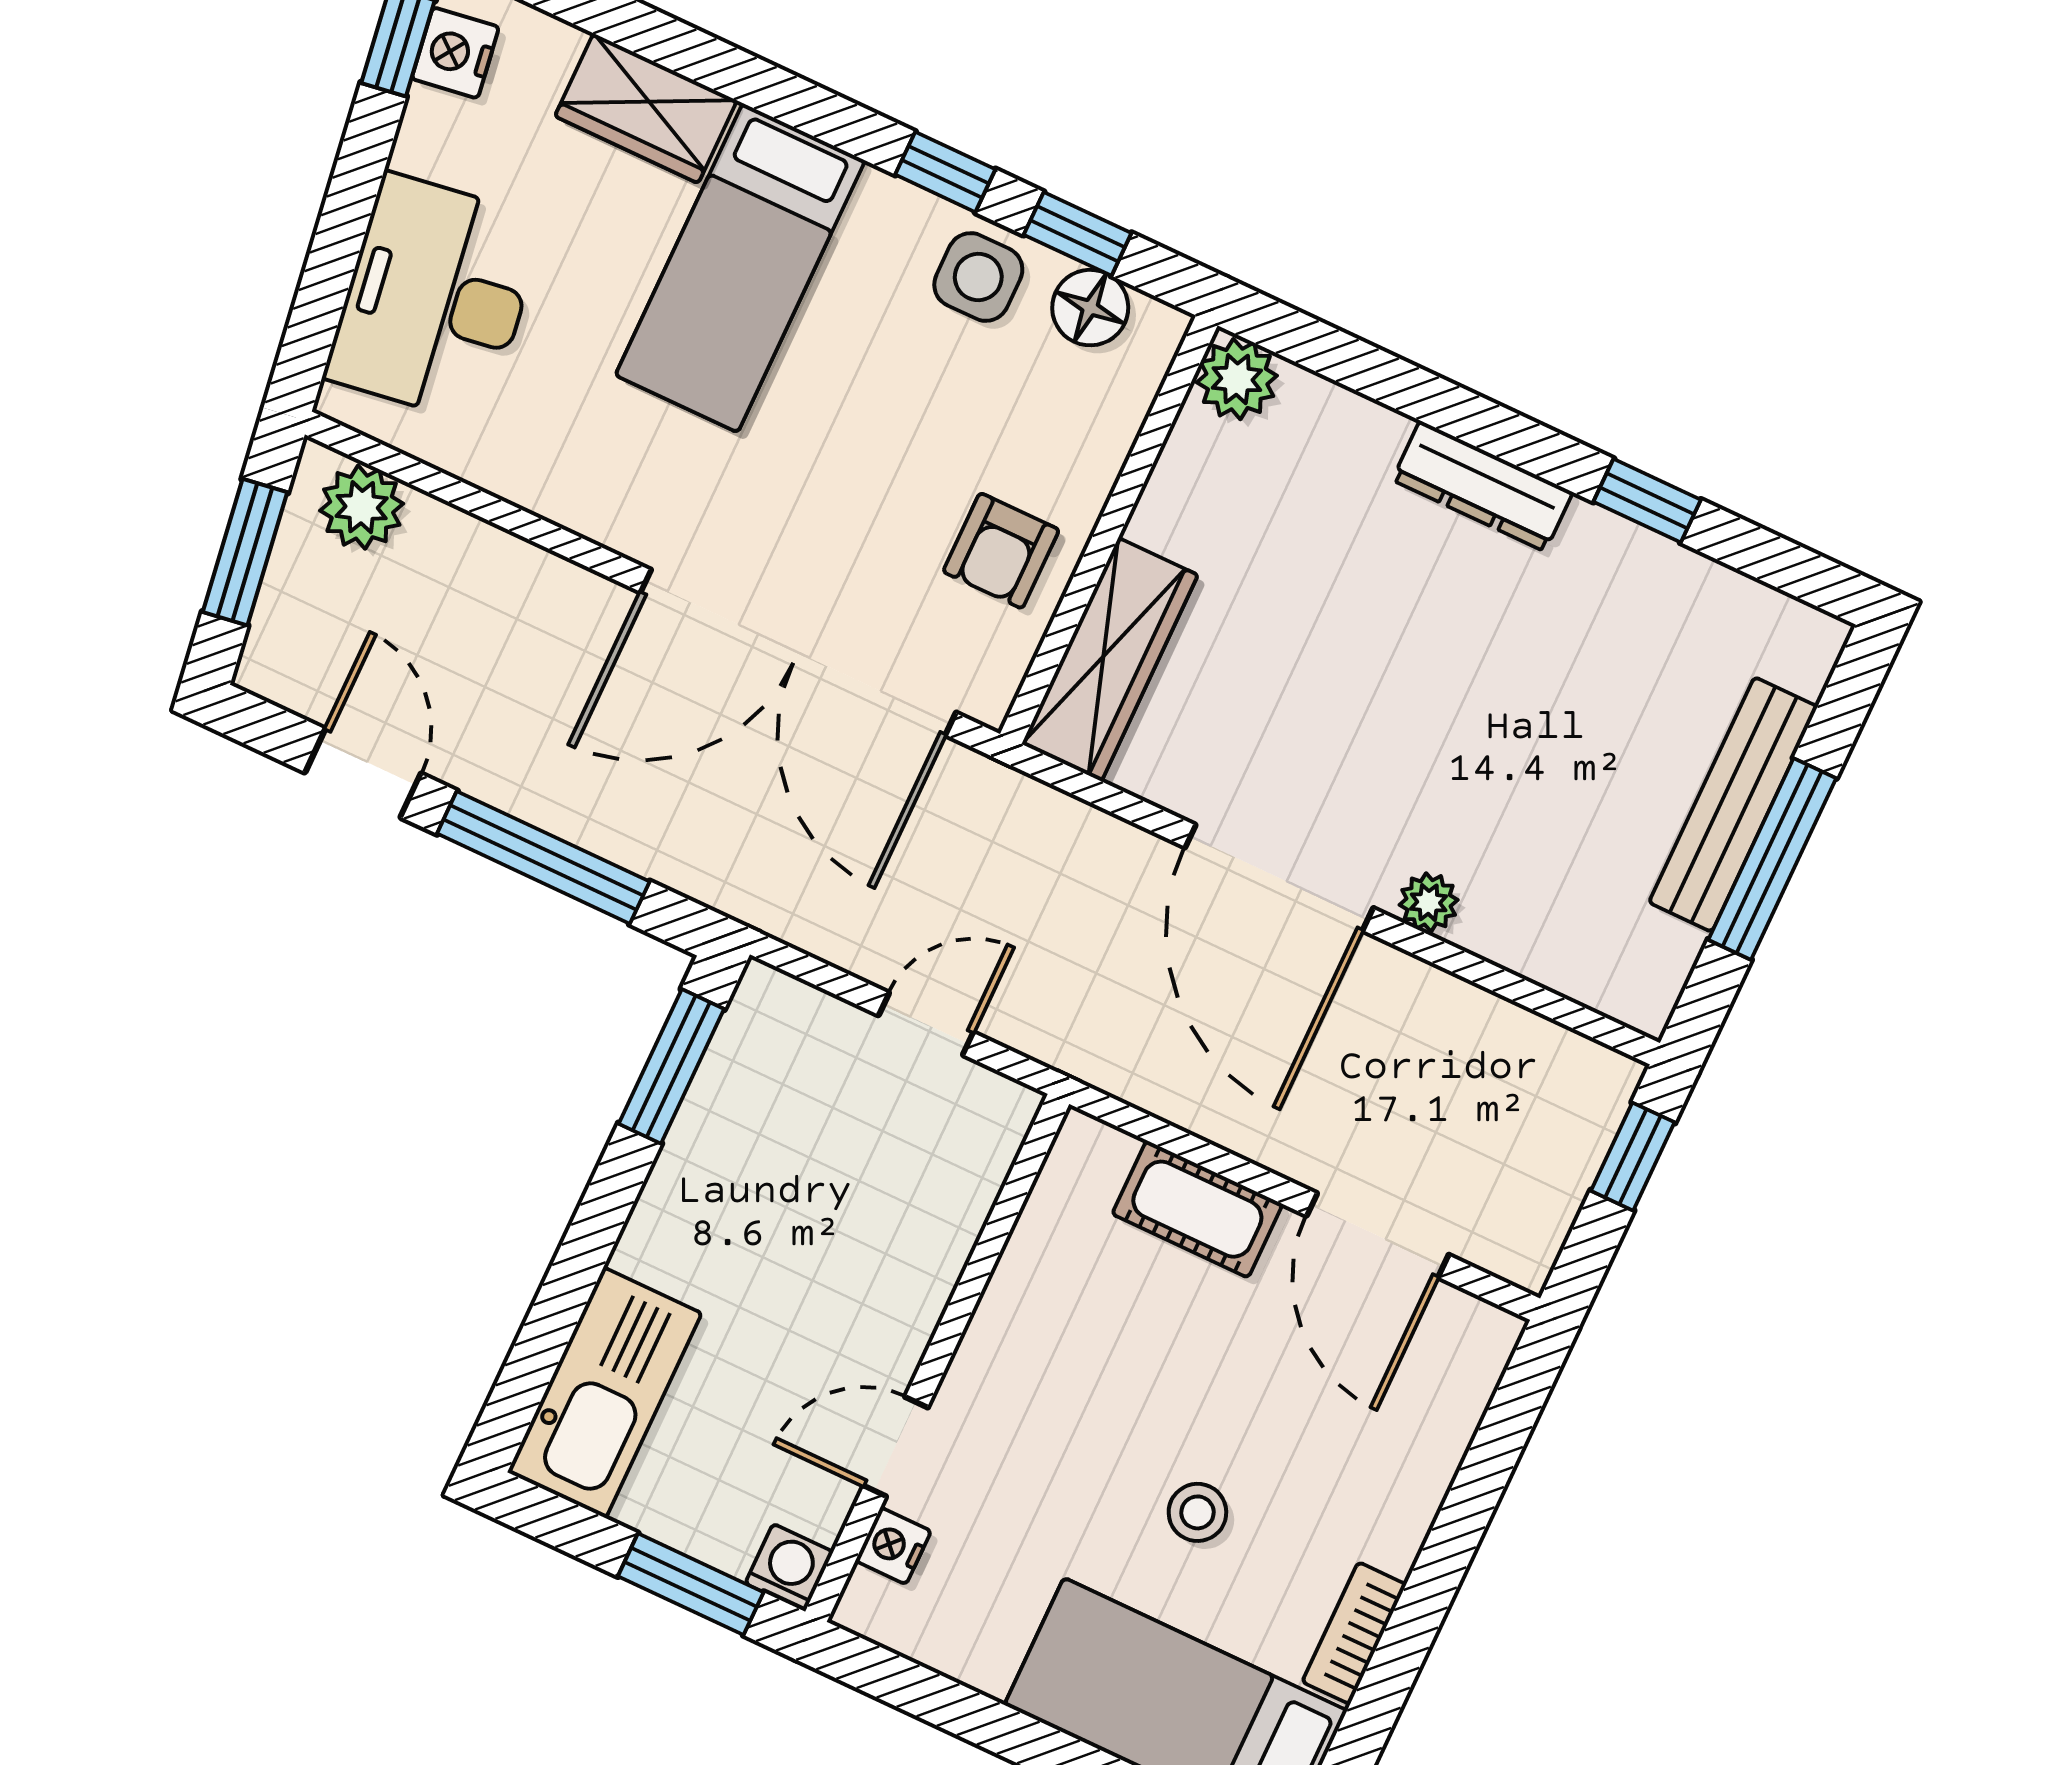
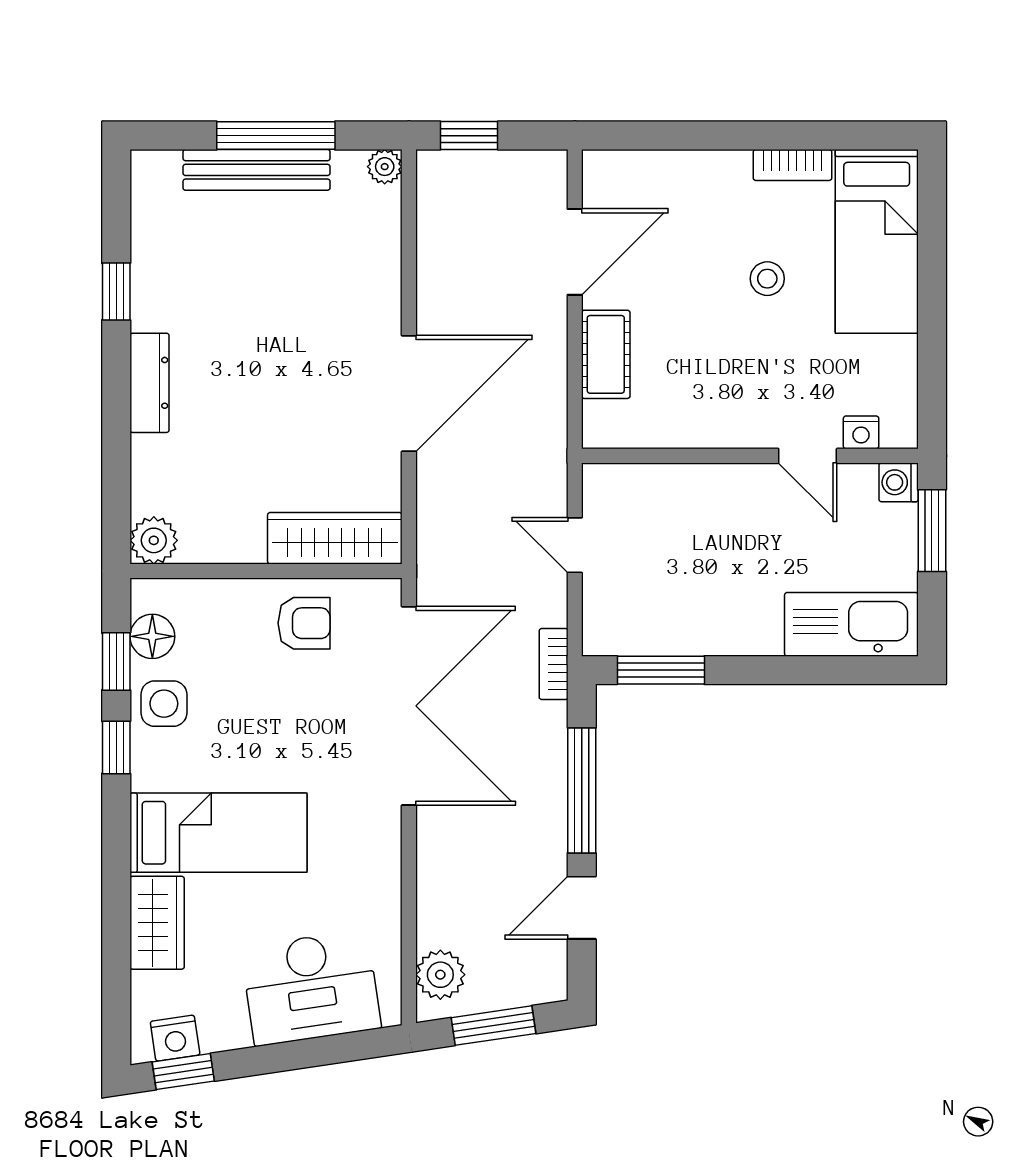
plant: (1429, 902) -> (385, 167), moved
bookcase: (758, 905) -> (554, 664), added

